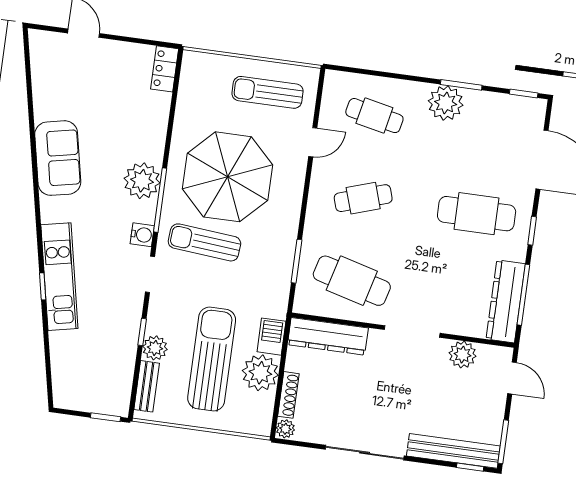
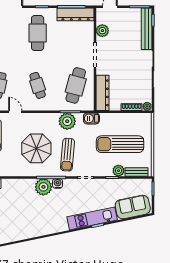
sofa: (58, 158) -> (133, 207), moved
parasol: (227, 177) -> (36, 148), width x0.73, depth x0.73
water cooler: (142, 235) -> (58, 183), moved
barbecue: (271, 337) -> (91, 118), moved
plant: (260, 373) -> (67, 121), moved

